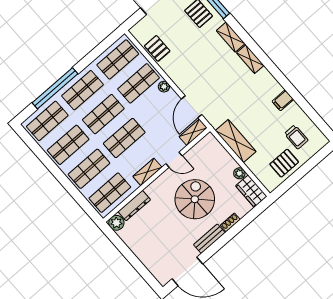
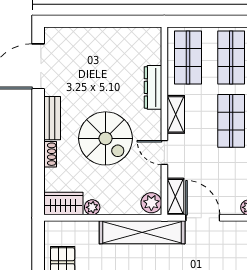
shelving: (236, 141) -> (142, 232), width x1.47
door: (174, 160) -> (164, 152), hinge flipped
dresser: (134, 206) -> (153, 87), moved
plant: (116, 223) -> (151, 203), moved

